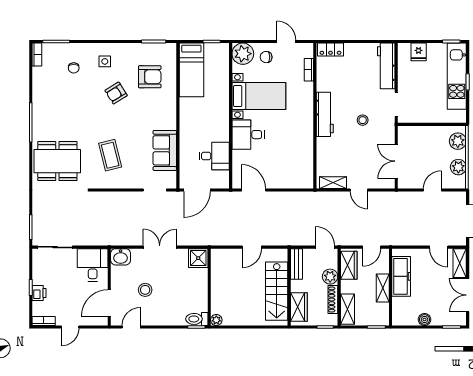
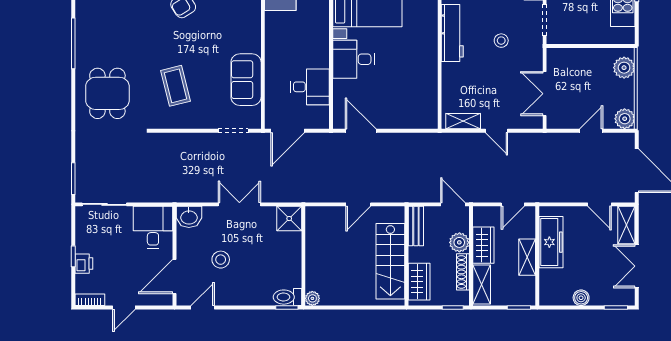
dining table: (57, 161) -> (107, 93), width x0.73
plant: (458, 167) -> (625, 119), moved
wardrobe: (349, 265) -> (483, 245), moved

